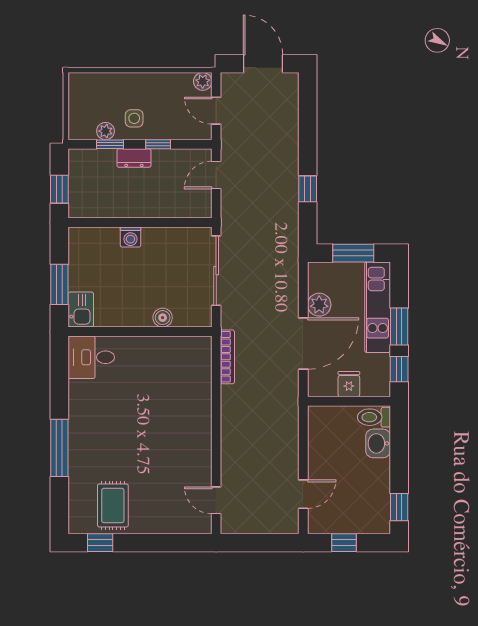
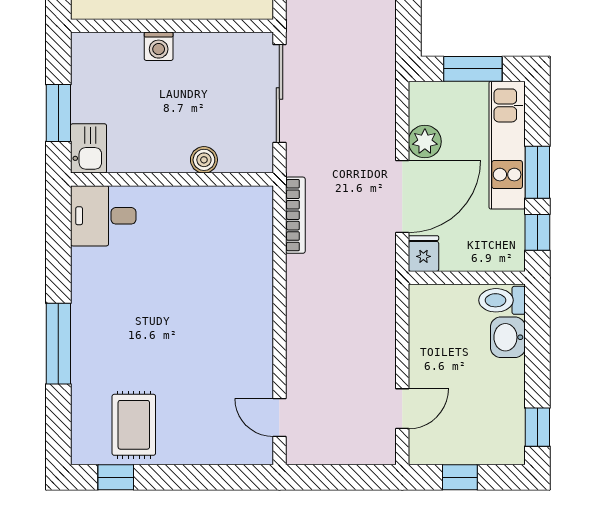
fridge: (349, 384) -> (423, 254), moved

